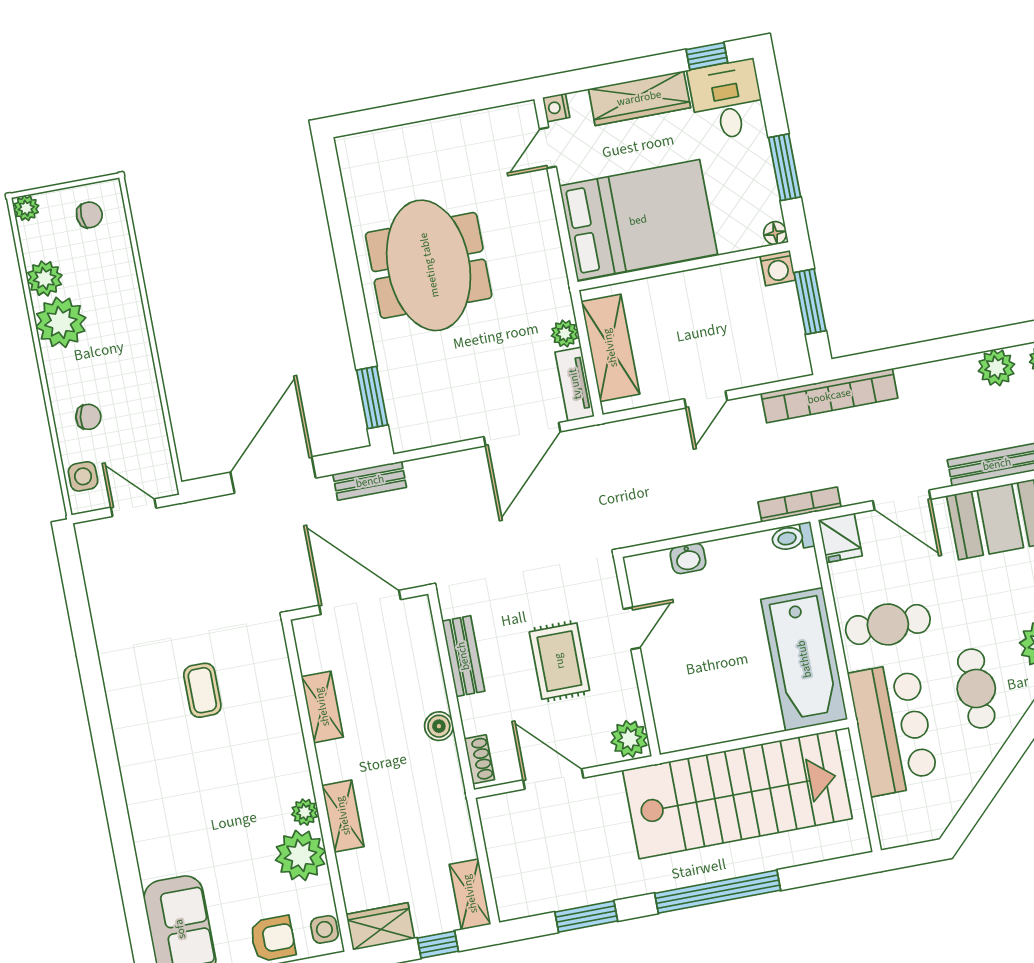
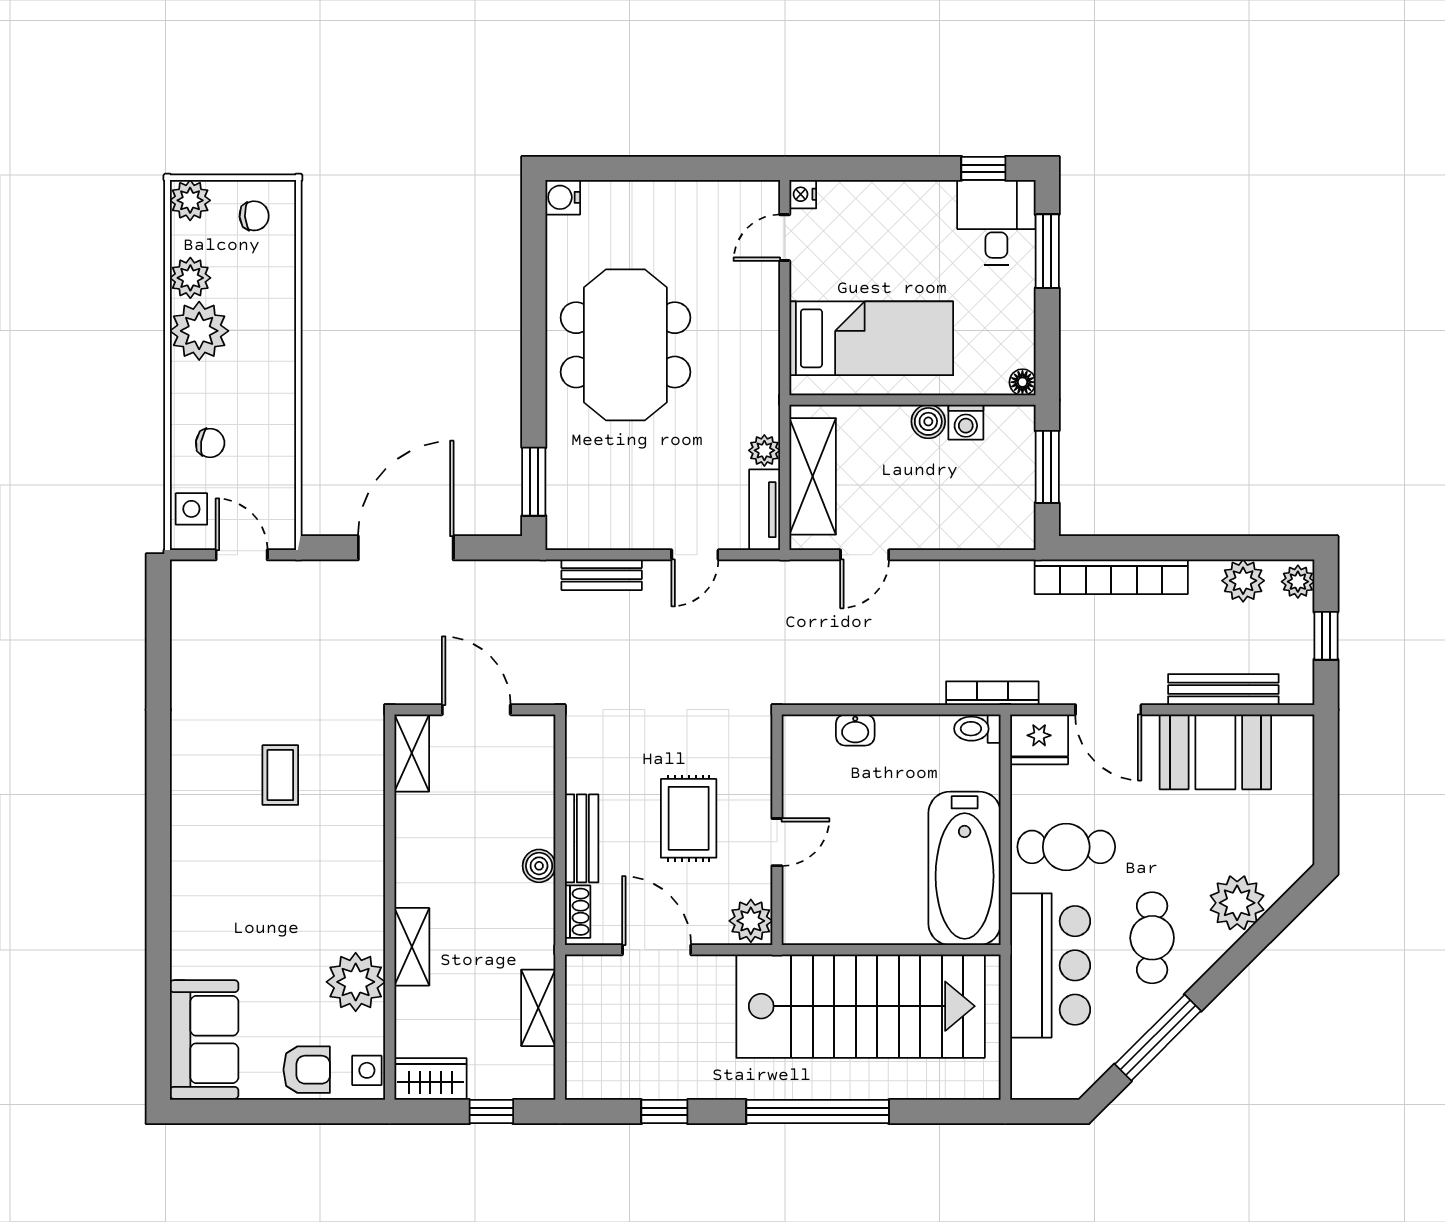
wardrobe: (639, 98) -> (898, 202), removed
water cooler: (351, 149) -> (563, 197), added
window: (785, 167) -> (1047, 251), moved
plant: (26, 208) -> (190, 200), width x1.38, depth x1.38
bed: (638, 220) -> (871, 338), width x0.67
washing machine: (778, 268) -> (966, 422), moved
boiler: (701, 282) -> (928, 421), added
bookcase: (829, 396) -> (1111, 577), moved
door: (706, 399) -> (865, 555), moved
door: (522, 434) -> (695, 555), width x0.53
bench: (370, 481) -> (602, 575), moved
fridge: (840, 538) -> (1039, 739), width x1.38
door: (360, 602) -> (476, 710), width x0.73
door: (632, 628) -> (777, 842), moved
bench: (463, 656) -> (582, 838), moved
shelving: (322, 707) -> (412, 753), moved
window: (997, 773) -> (1158, 1038), added
plant: (305, 812) -> (370, 934), removed
shelving: (470, 894) -> (538, 1008), moved
window: (586, 917) -> (664, 1112), width x0.67

